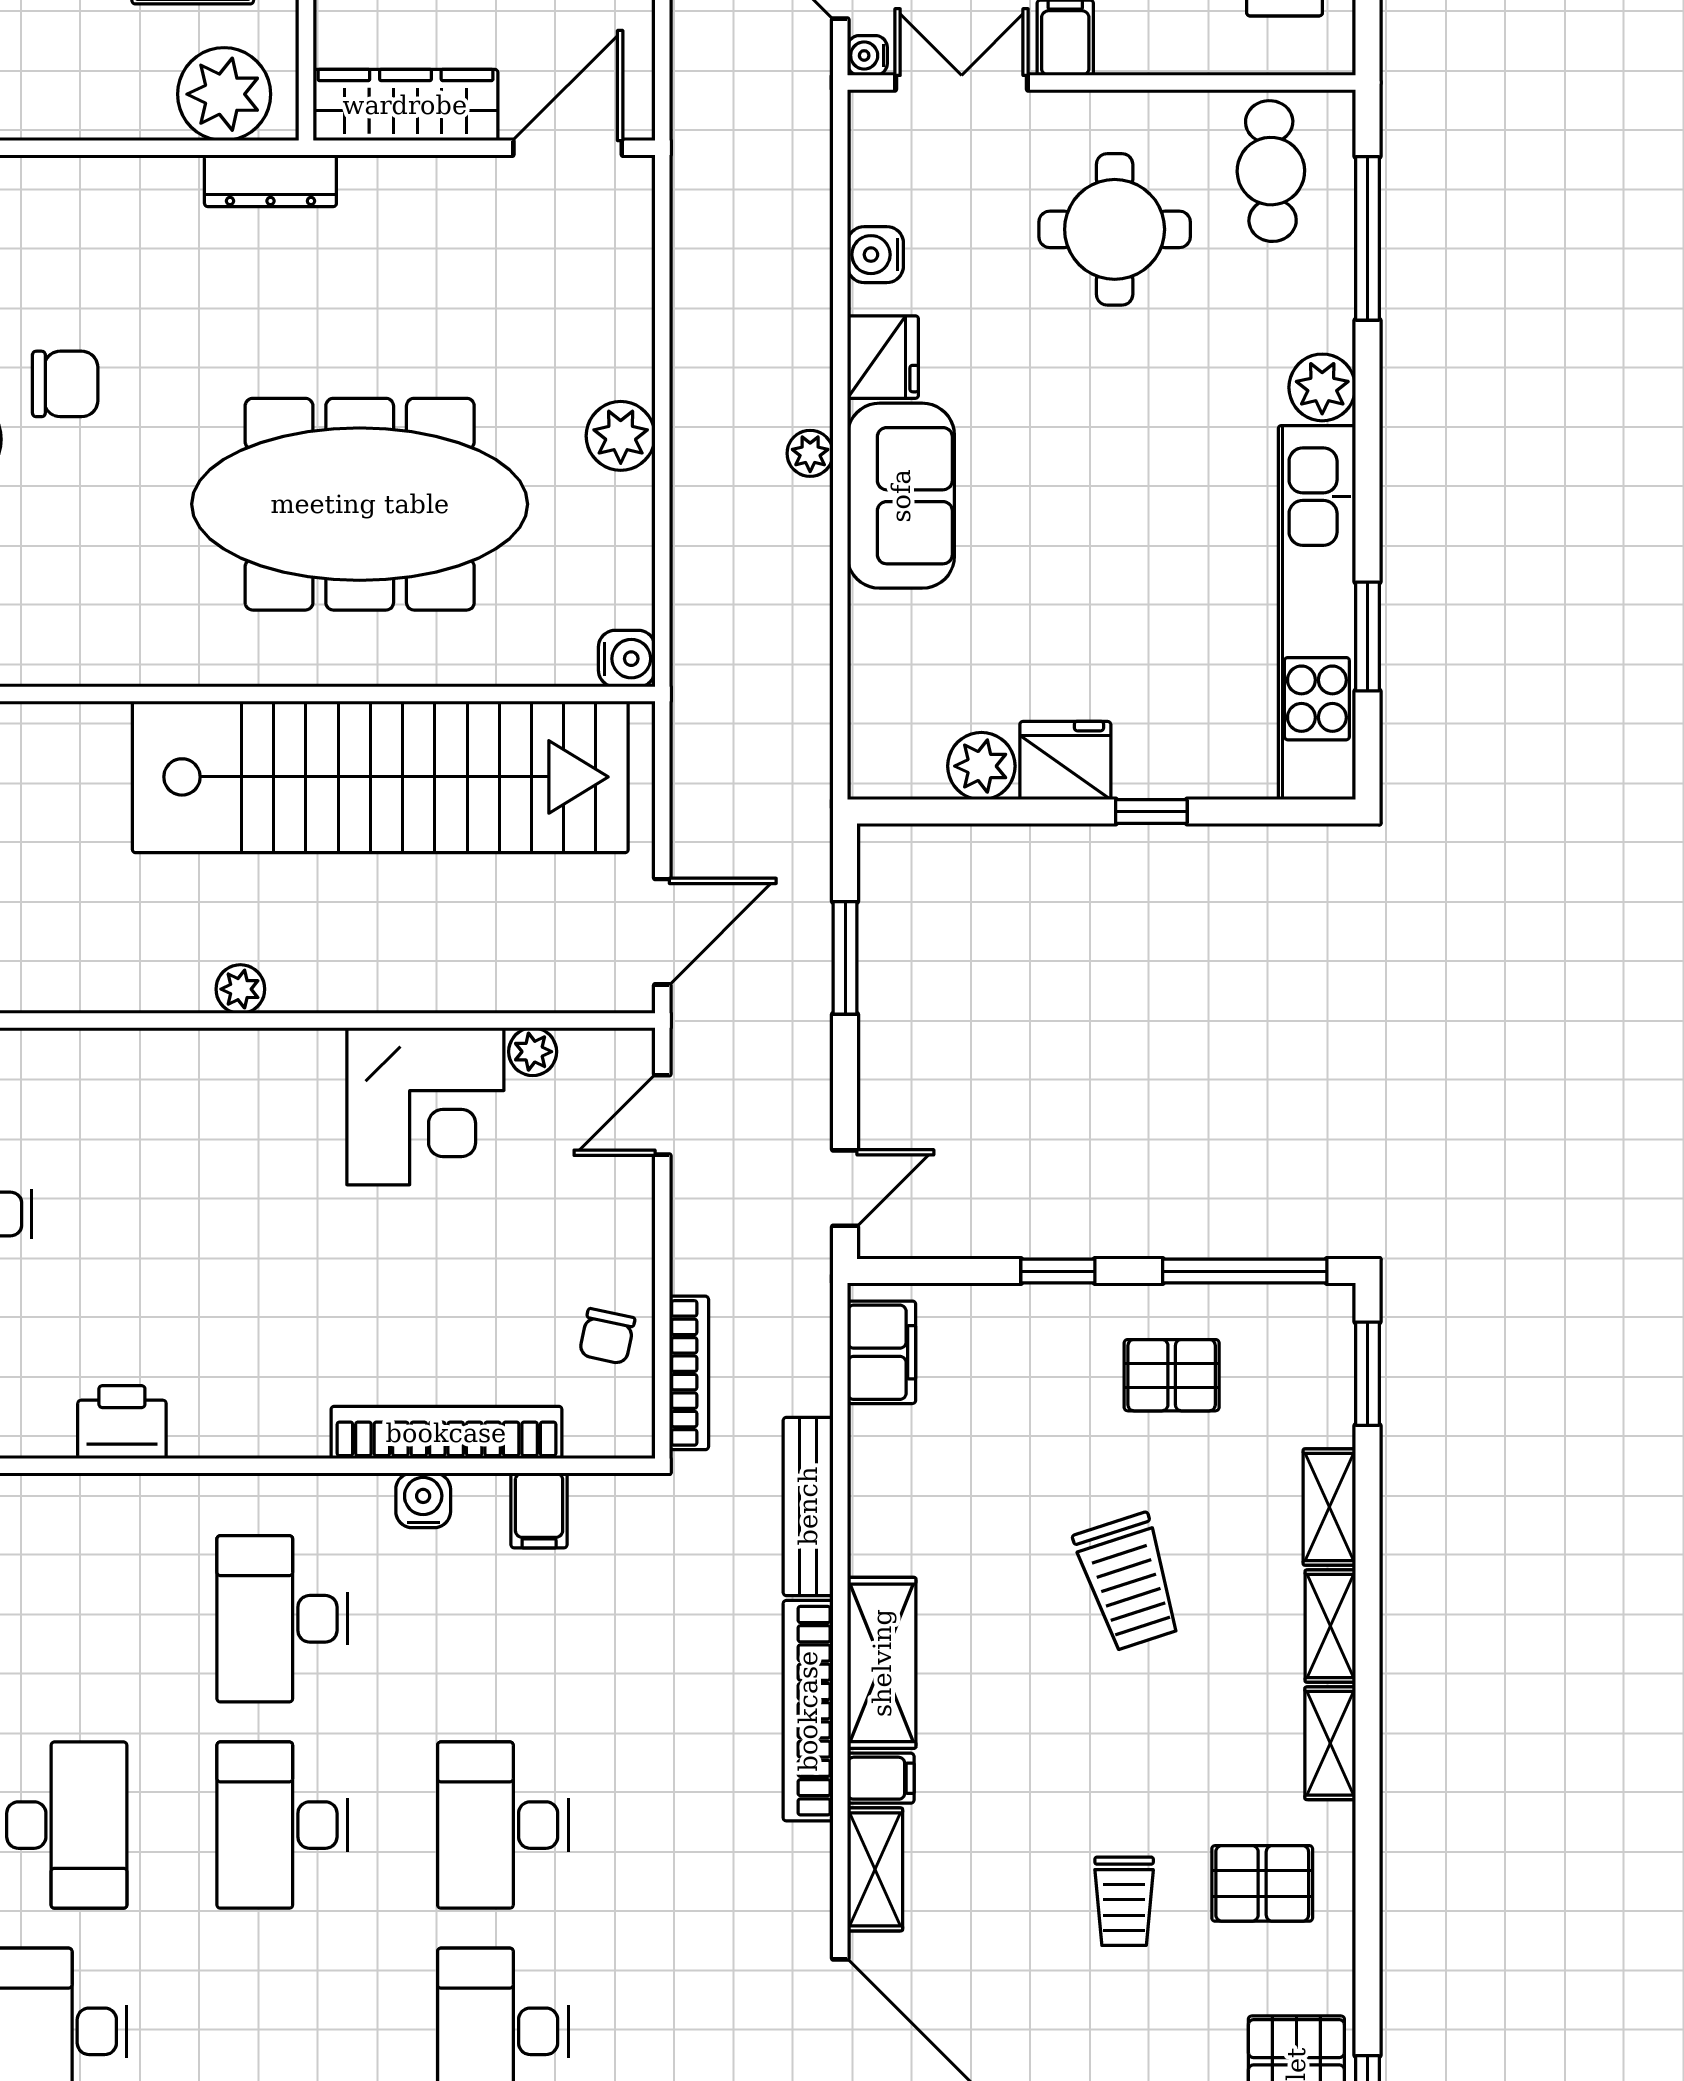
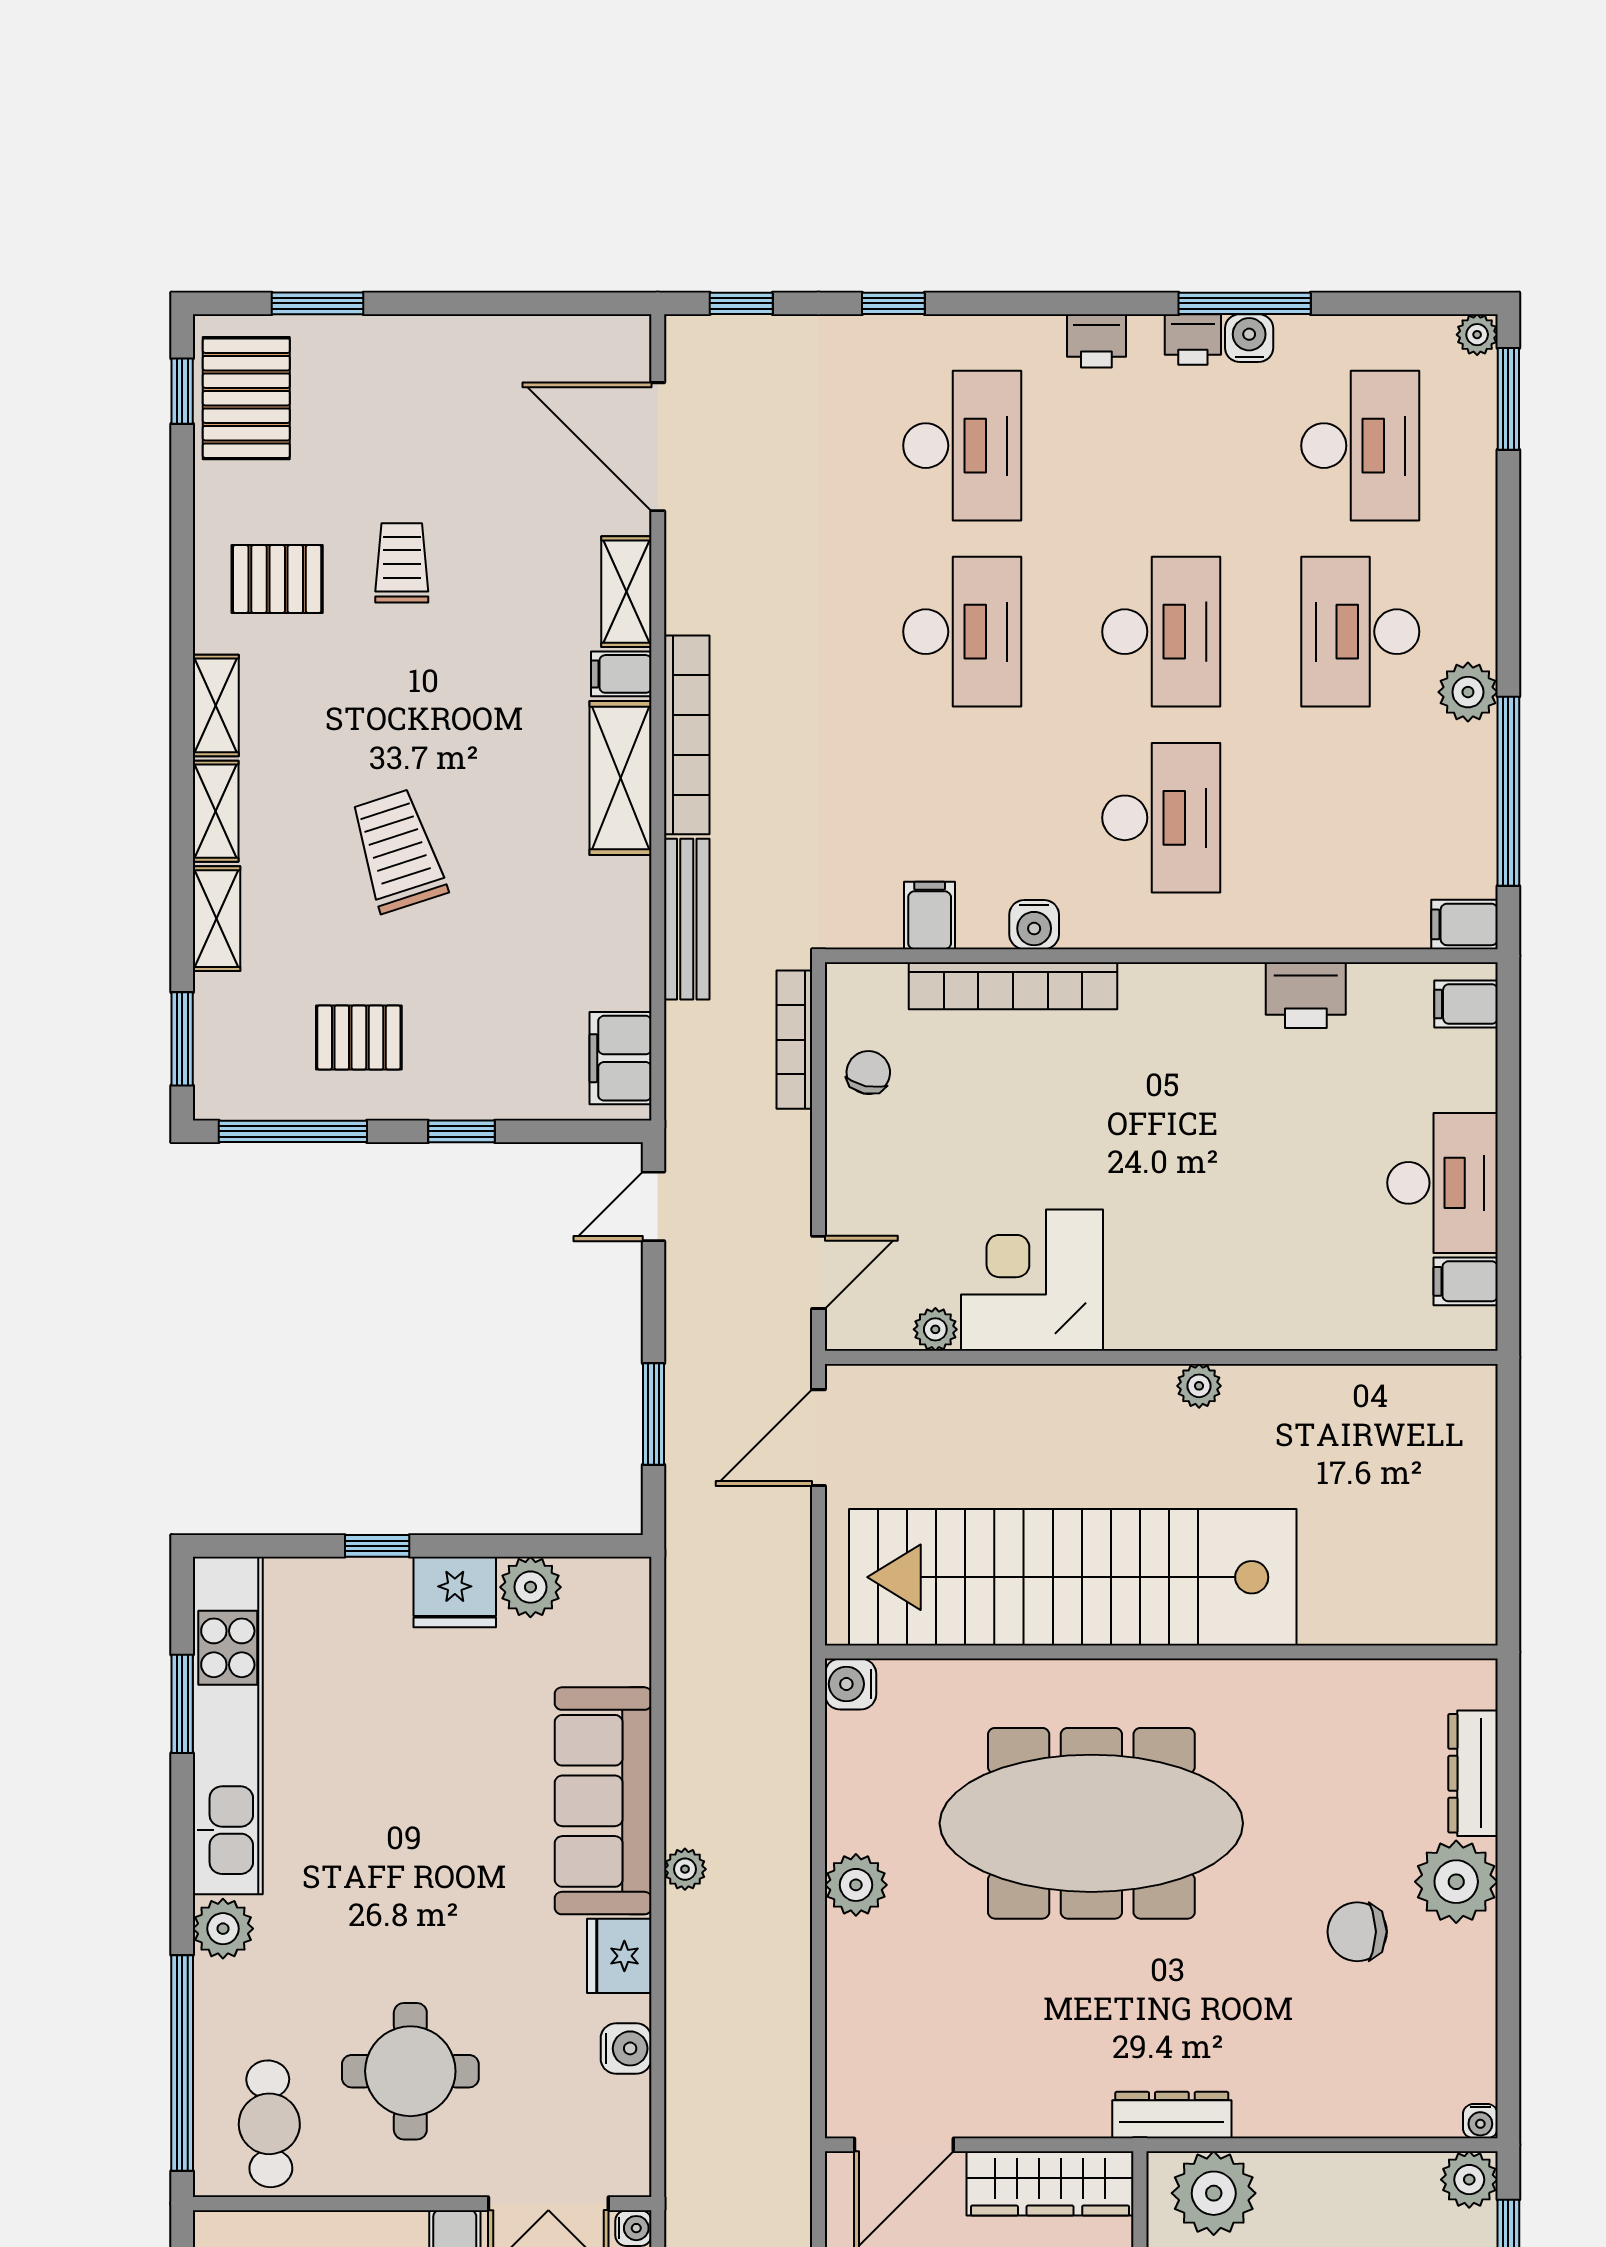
window: (1367, 238) -> (182, 2063), width x1.46
sofa: (901, 496) -> (603, 1801), width x1.36

